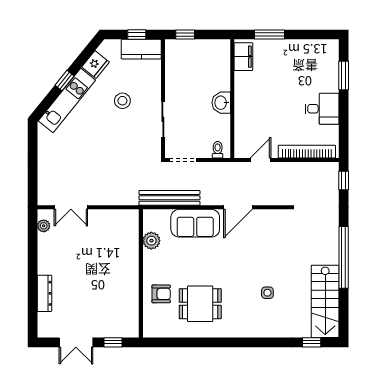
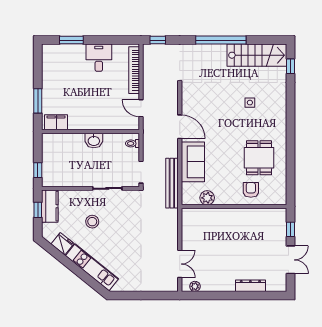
window: (65, 81) -> (76, 269), removed

